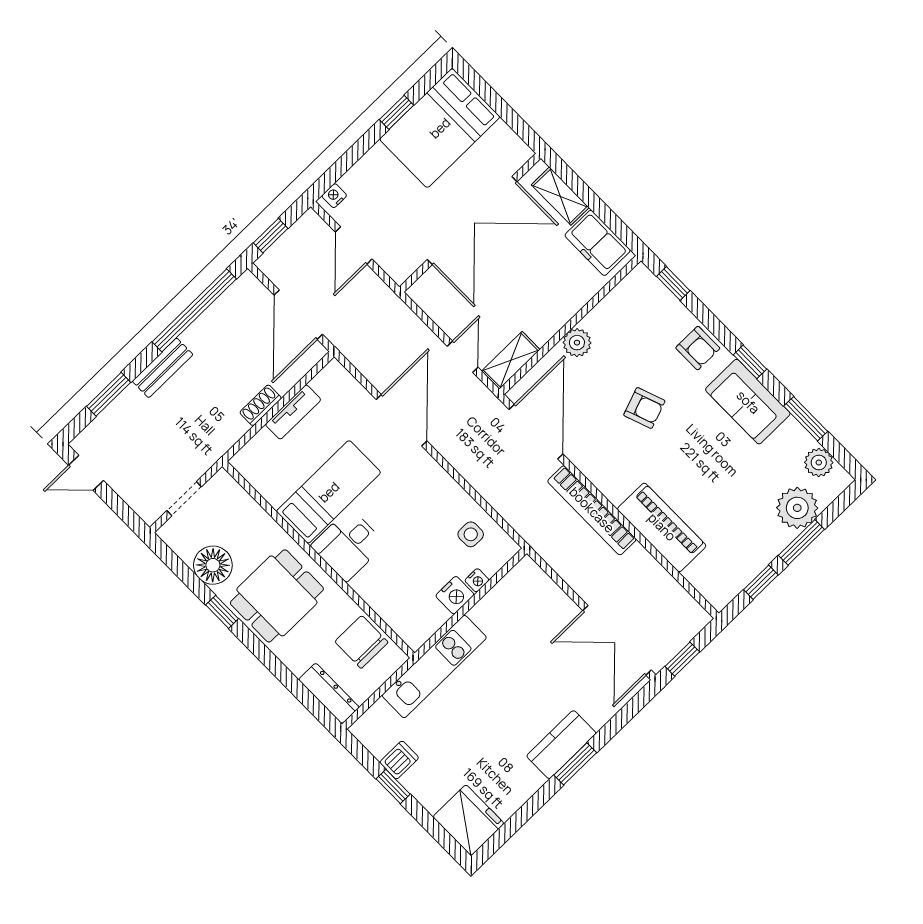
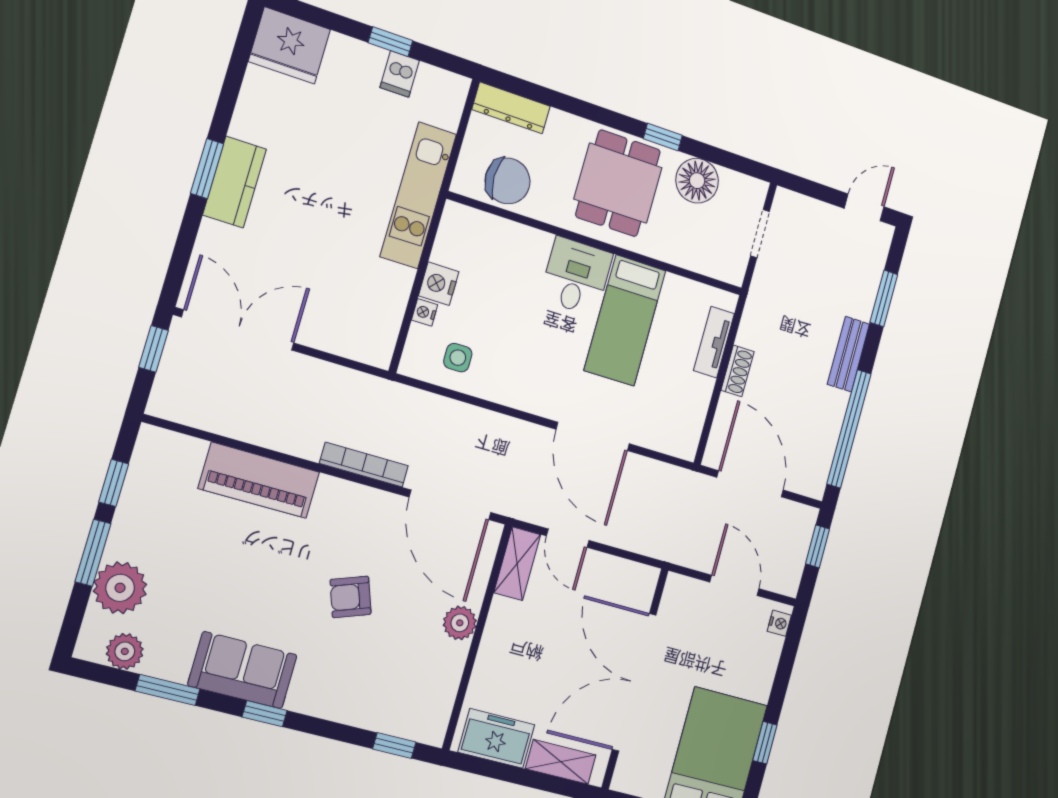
armchair: (698, 348) -> (330, 694), removed
tv unit: (293, 412) -> (714, 342), moved
bookcase: (592, 510) -> (364, 465), width x0.68, depth x0.76

